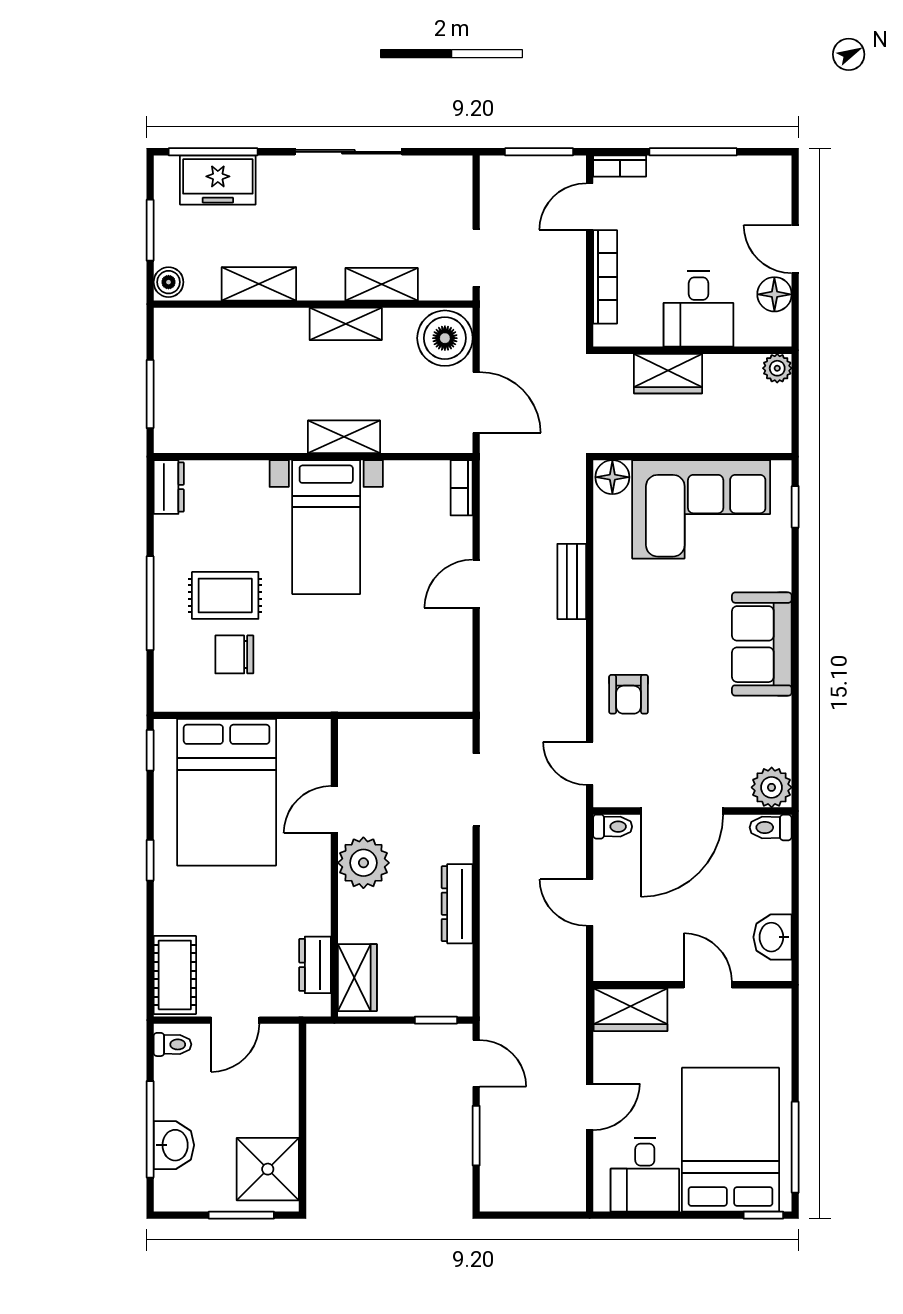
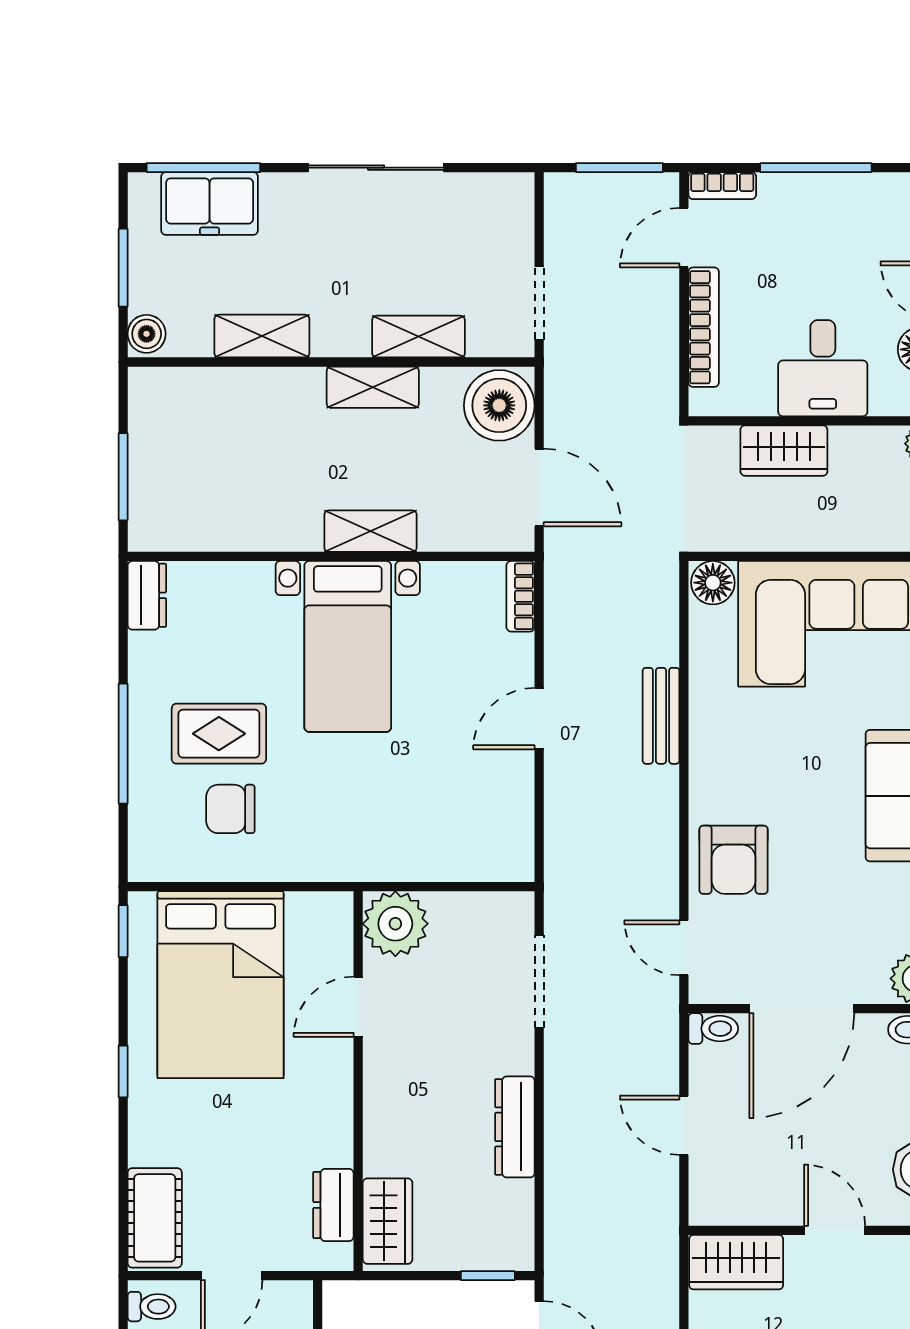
armchair: (629, 694) -> (734, 860), width x1.38, depth x1.38
plant: (363, 863) -> (395, 924), moved

